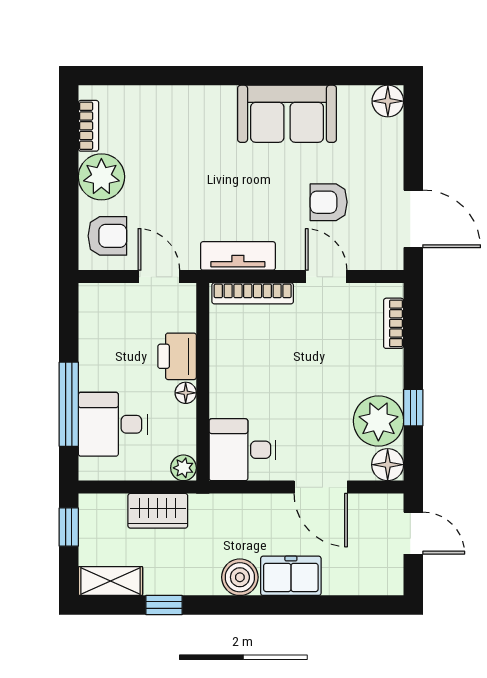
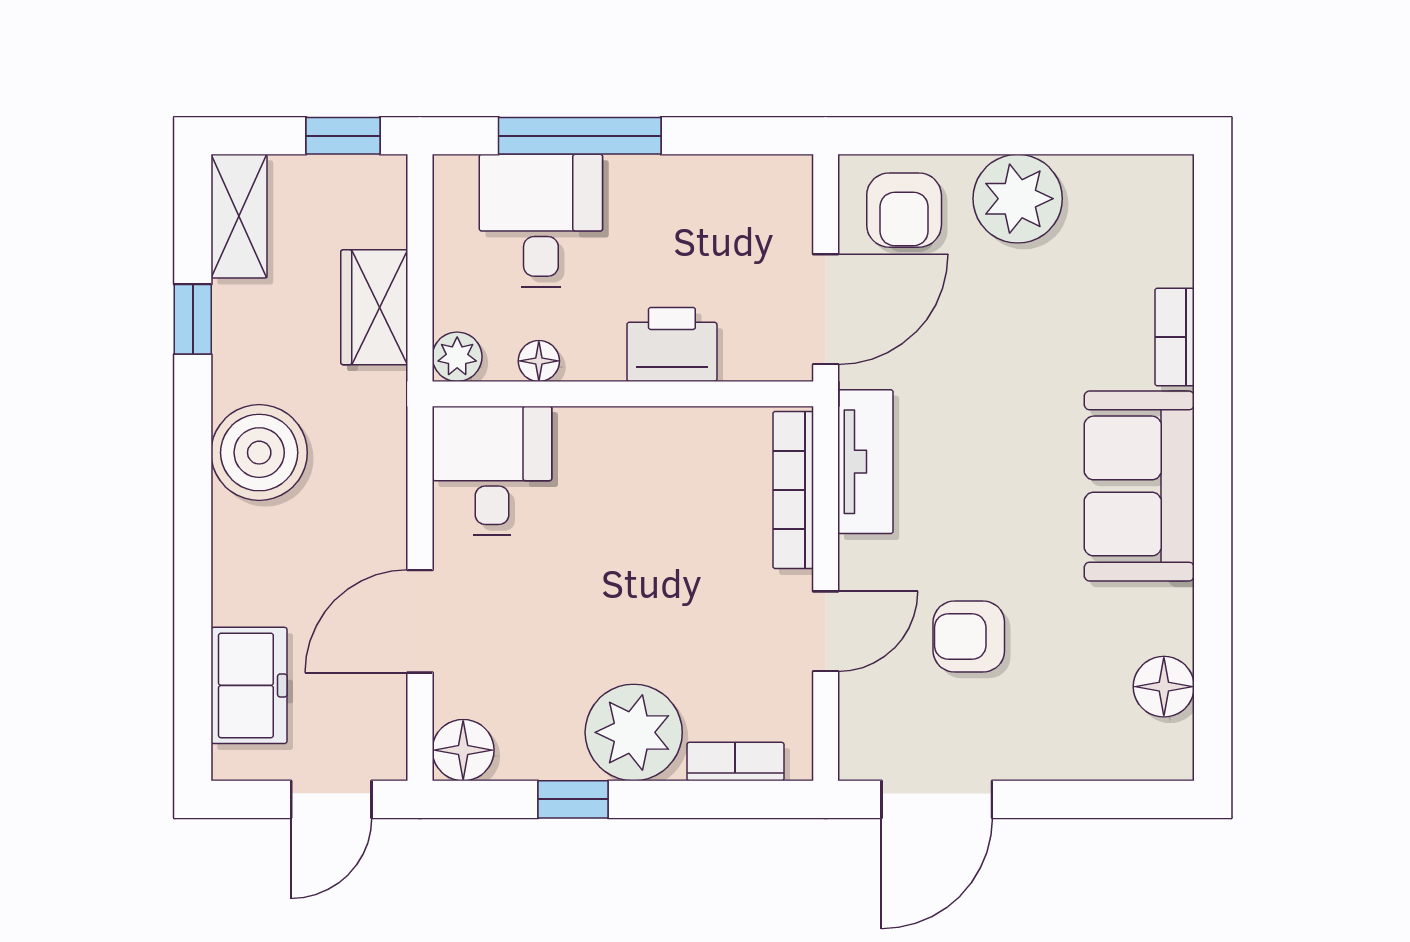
floor lamp: (388, 101) -> (1164, 687), moved
sofa: (287, 114) -> (1139, 486), moved
bookcase: (88, 126) -> (1175, 337), moved, turned 90
armchair: (329, 202) -> (969, 637), turned -90
door: (159, 277) -> (826, 309), width x1.38
floor lamp: (186, 393) -> (539, 361), moved
plant: (378, 421) -> (634, 732), moved
freezer: (291, 576) -> (249, 685), moved
boiler: (240, 577) -> (259, 453), width x1.37, depth x1.37

